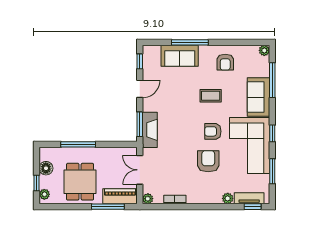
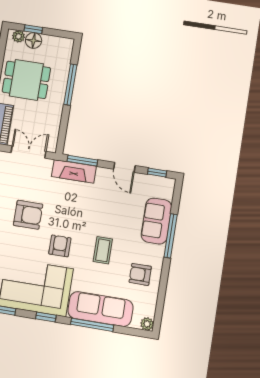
window: (272, 80) -> (92, 325), moved
sofa: (259, 97) -> (100, 309), width x1.36
armchair: (208, 161) -> (28, 215), moved
floor lamp: (46, 168) -> (34, 41), moved

